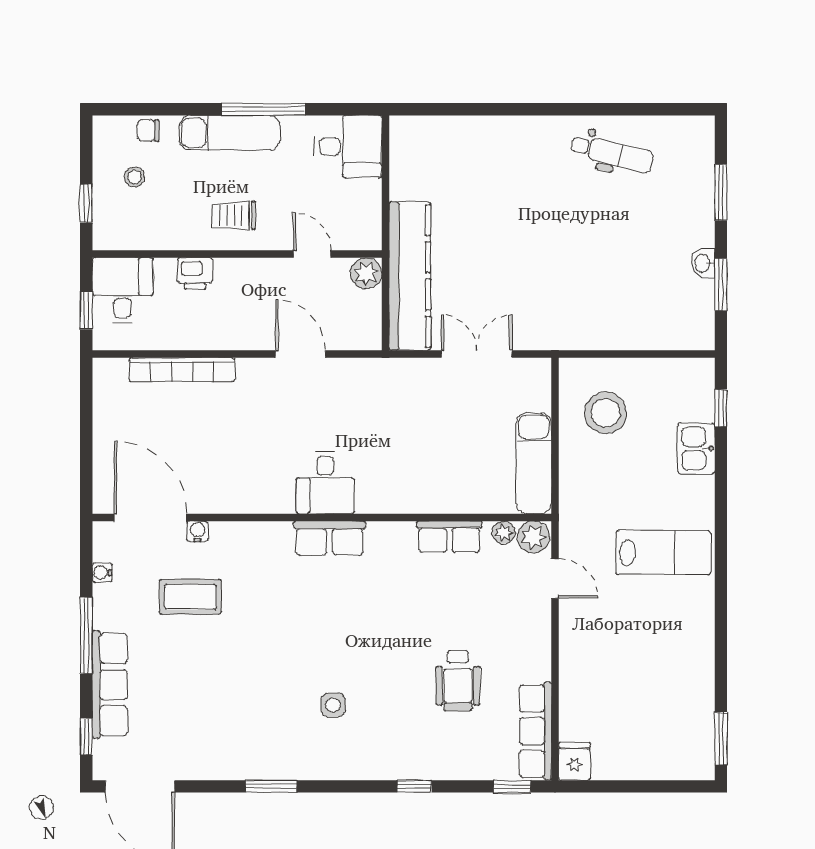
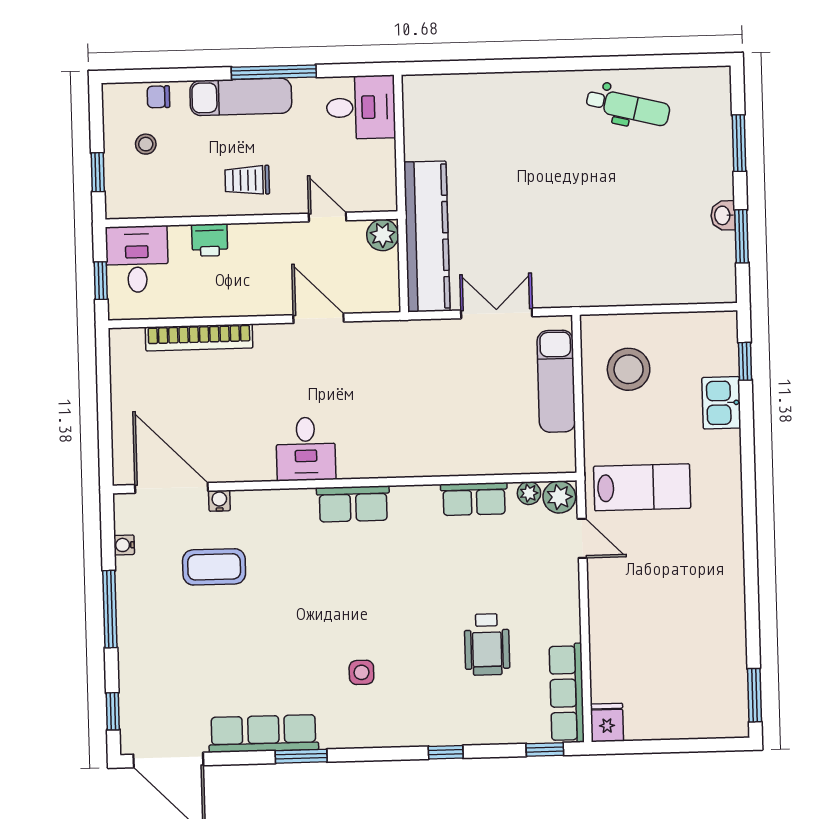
exam couch: (534, 463) -> (556, 381), moved
desk: (325, 483) -> (306, 449), moved
lab bench: (663, 553) -> (642, 487), moved
row of seats: (110, 685) -> (263, 734), moved, turned -90

